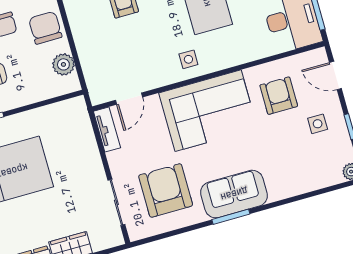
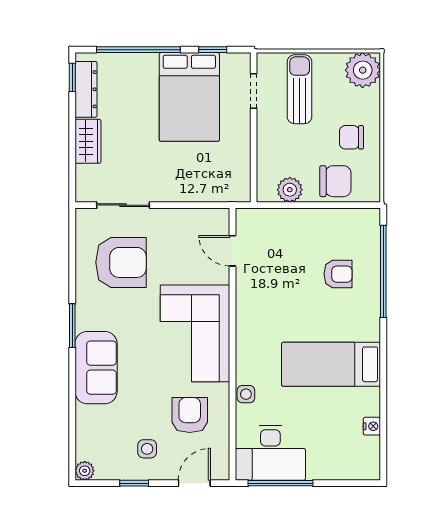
side table: (188, 59) -> (246, 394), moved
armchair: (279, 96) -> (190, 415), turned -90
tv unit: (107, 130) -> (205, 217), removed
sofa: (234, 194) -> (96, 368), moved

